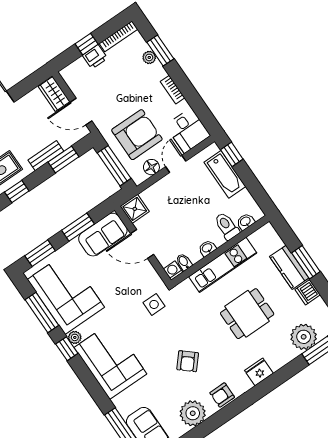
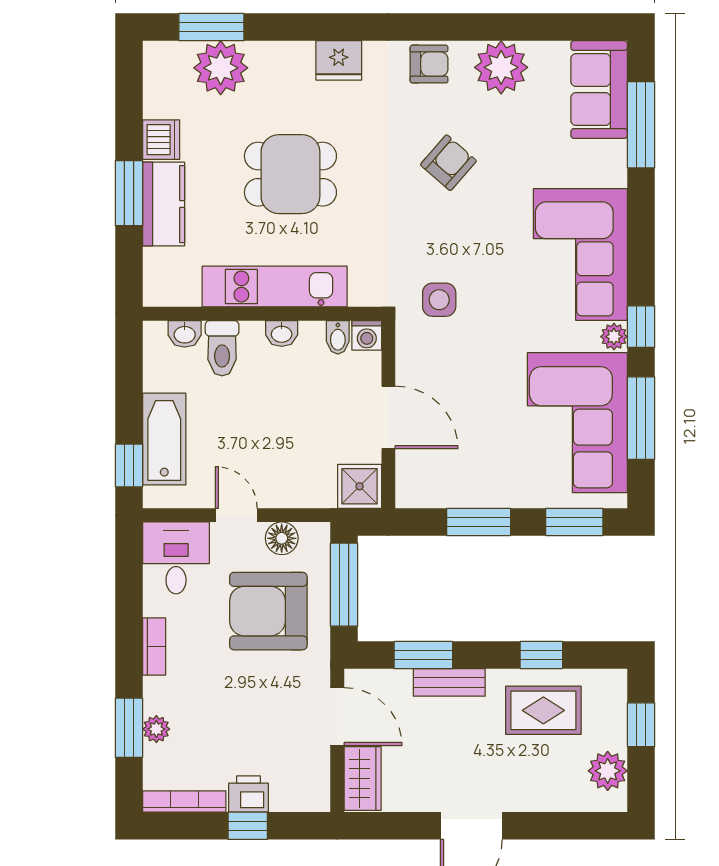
door: (176, 164) -> (236, 515), swing flipped
sofa: (103, 235) -> (445, 480), removed

